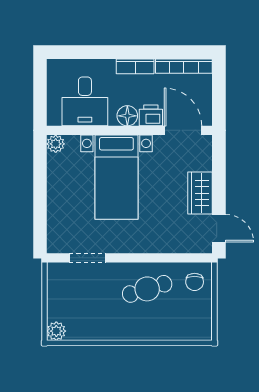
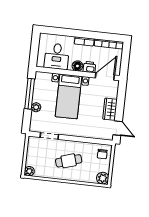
door: (183, 130) -> (105, 77), hinge flipped
plant: (56, 144) -> (36, 107), moved
window: (40, 180) -> (30, 94), added
cafe table: (147, 289) -> (69, 161), moved
plant: (200, 329) -> (103, 178), added

